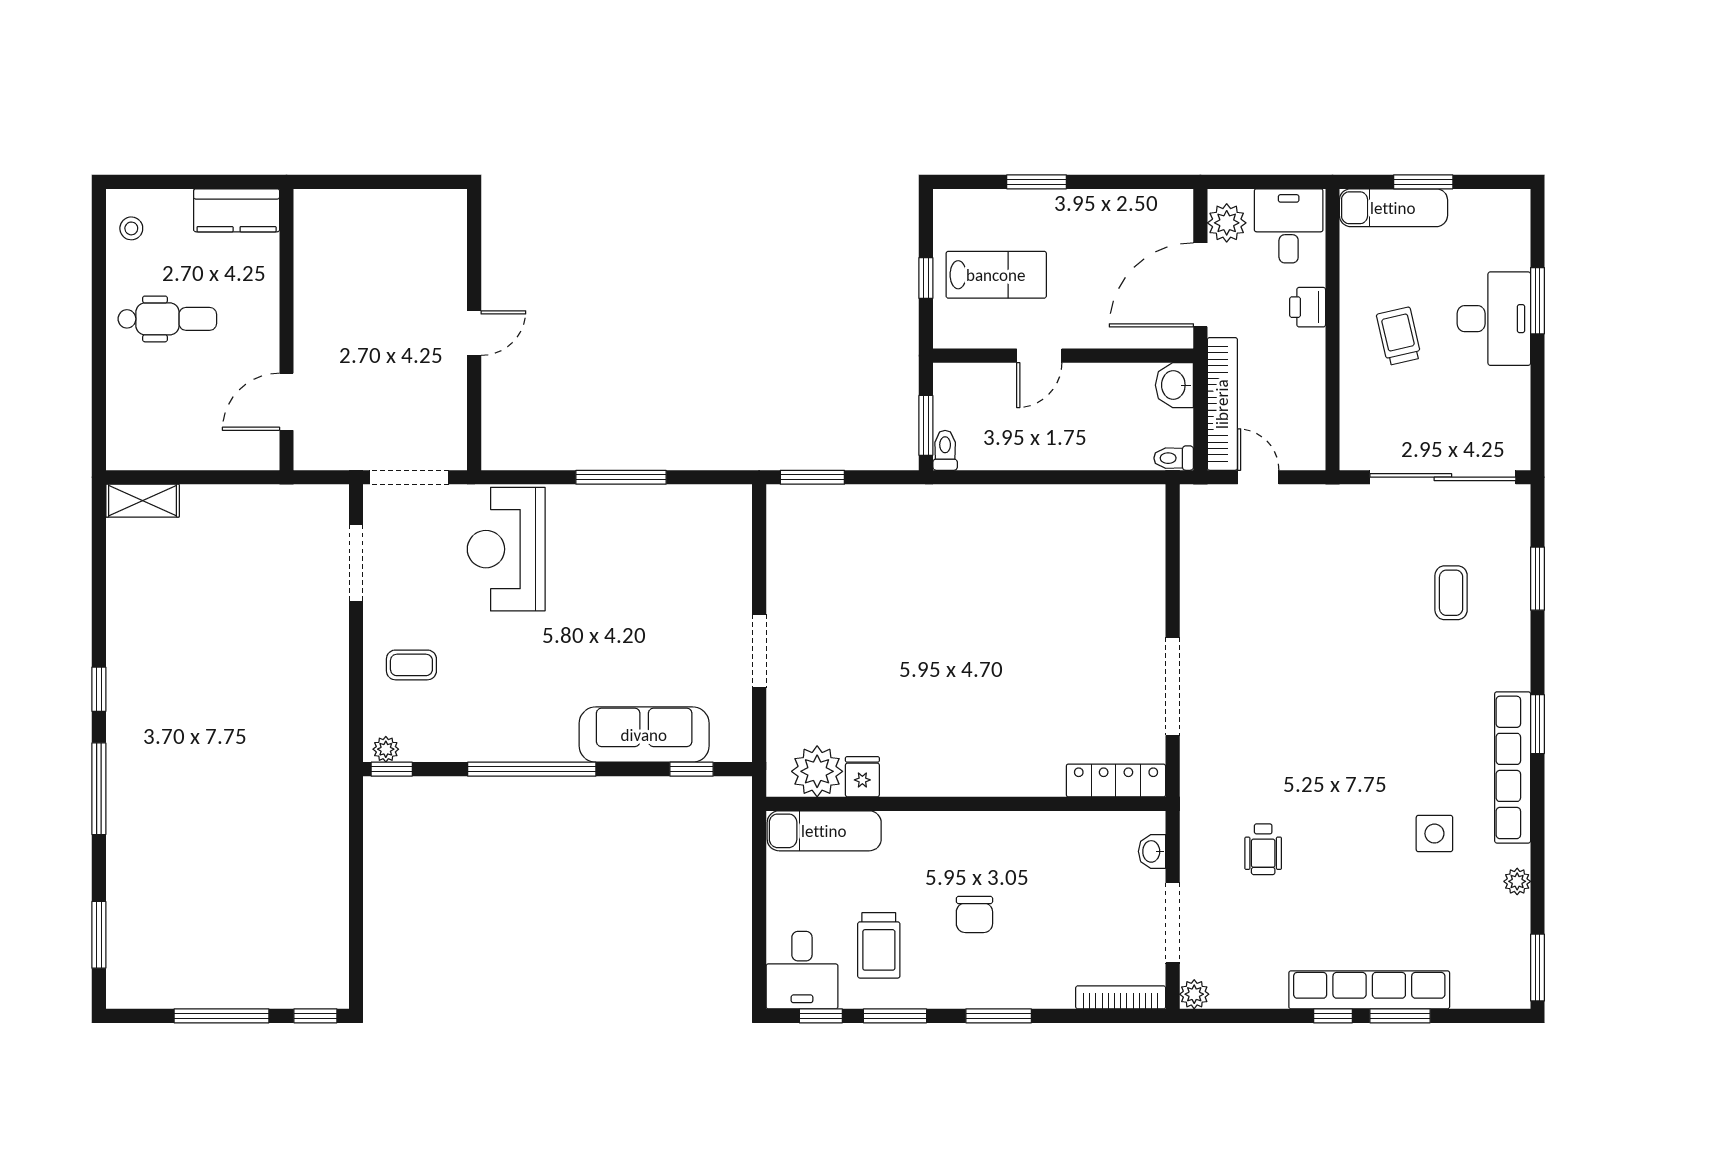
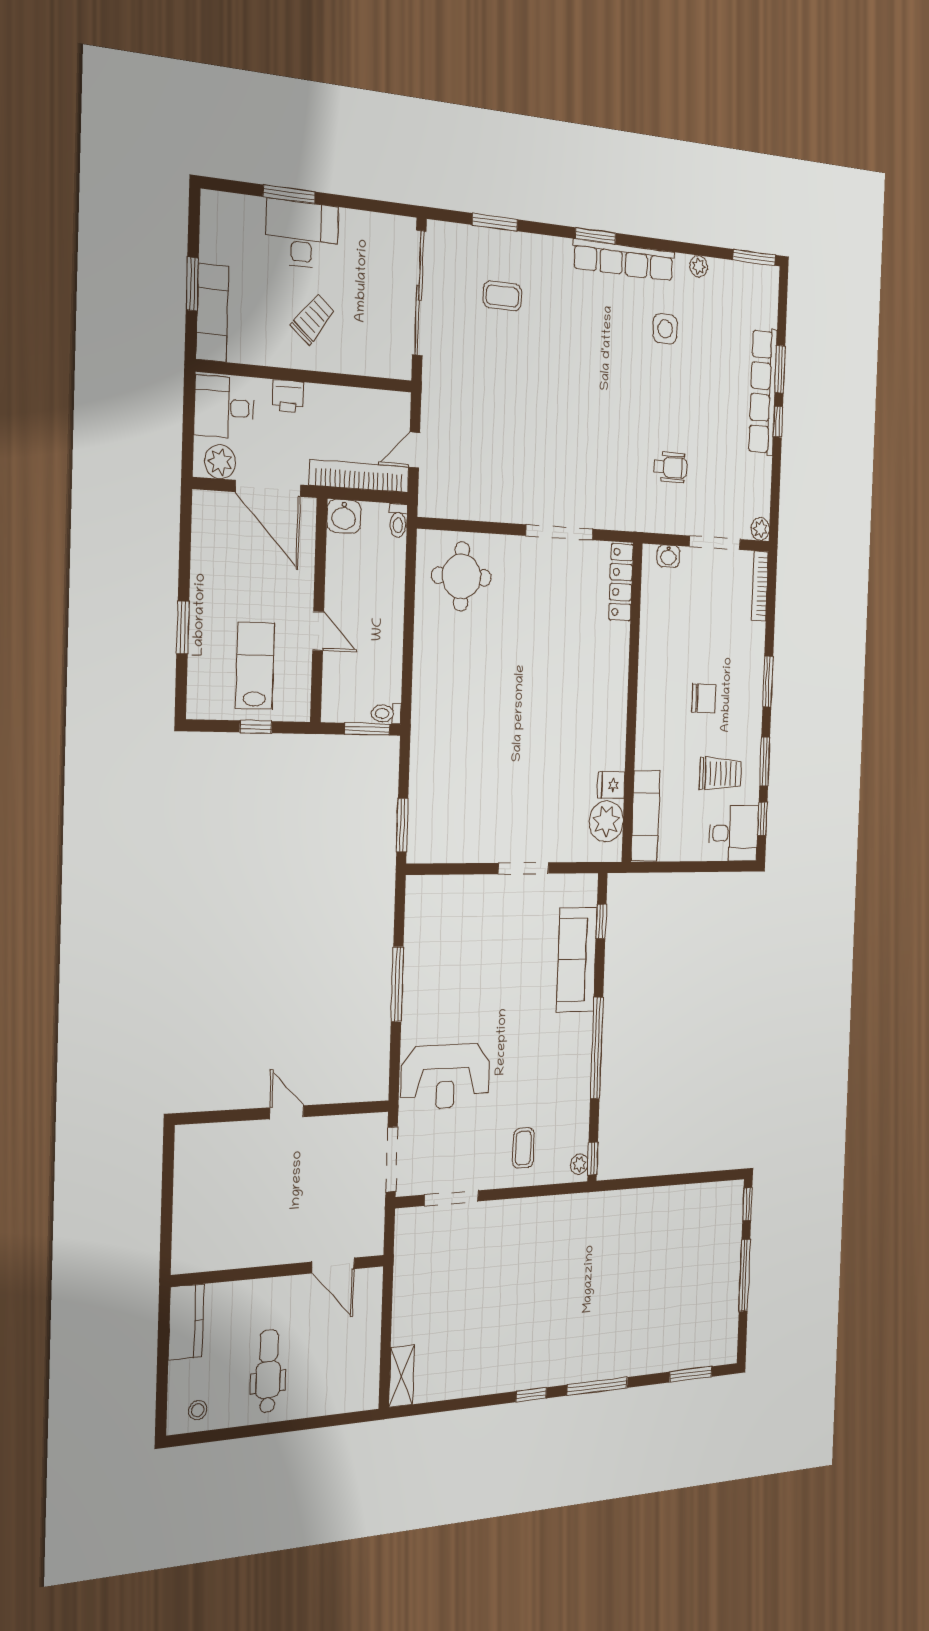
trolley: (1399, 336) -> (313, 319), turned 142
round table: (1112, 548) -> (461, 576), added

